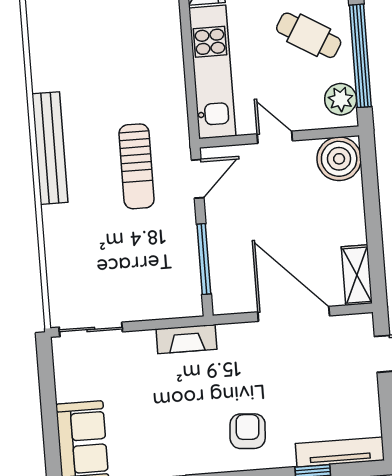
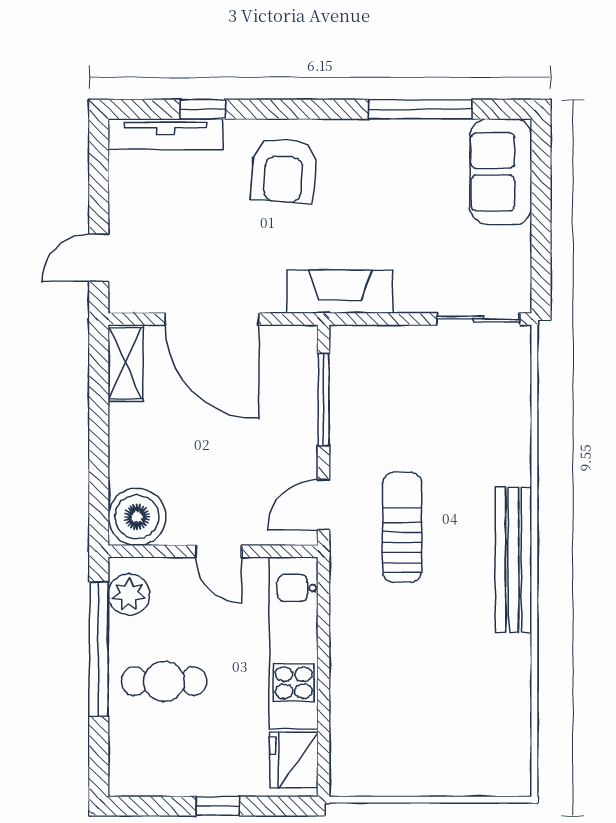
cafe table: (309, 35) -> (164, 681), turned -31
fireplace: (186, 339) -> (340, 292), width x1.37, depth x1.32
armchair: (248, 431) -> (284, 170), width x1.38, depth x1.38

